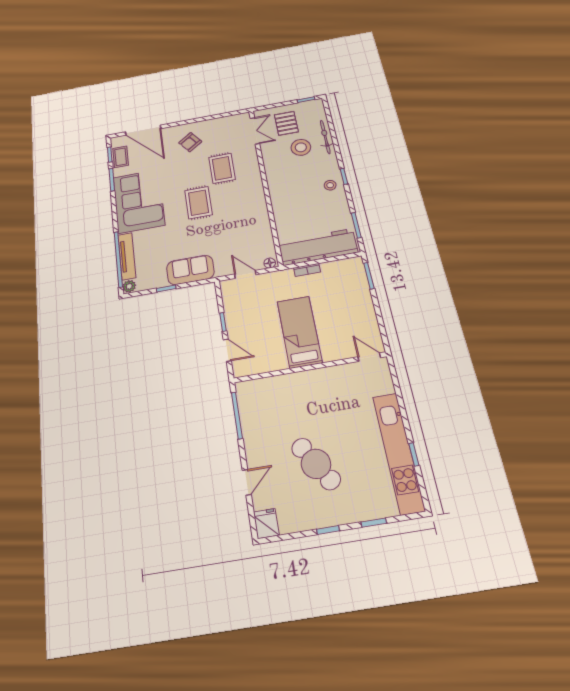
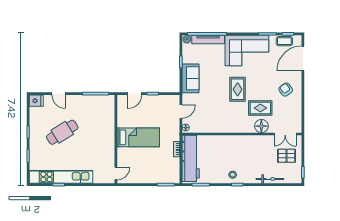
stool: (301, 147) -> (265, 162), removed
floor lamp: (249, 162) -> (261, 126), added
rug: (198, 203) -> (238, 89), turned 90

